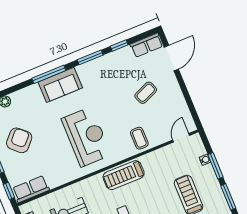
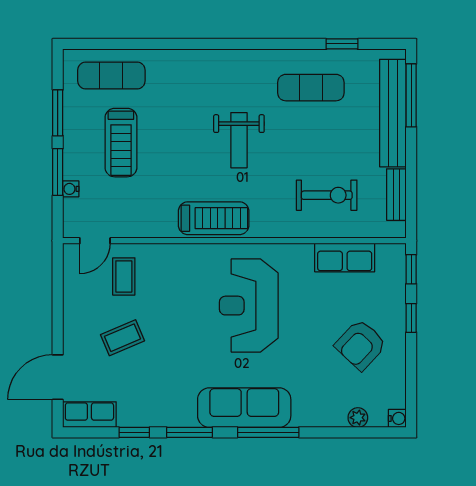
sofa: (60, 85) -> (244, 408), width x1.36
coffee table: (139, 138) -> (124, 276), moved
row of seats: (31, 189) -> (345, 258), moved

